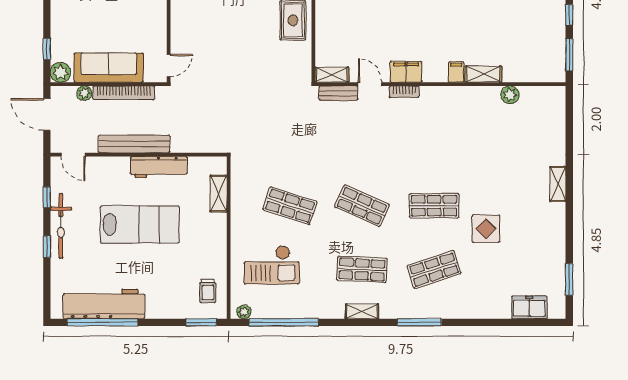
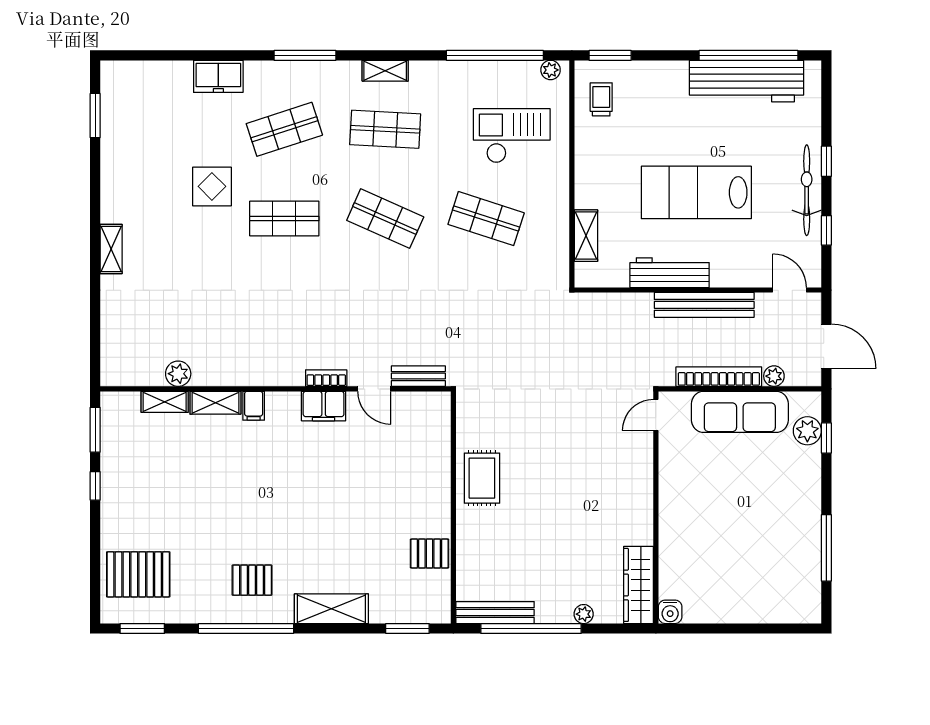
plant: (60, 72) -> (807, 431), moved
shelving: (332, 75) -> (165, 402), moved
freezer: (529, 307) -> (218, 76), moved

